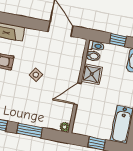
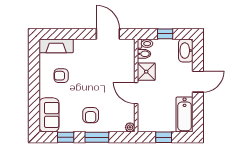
side table: (36, 75) -> (93, 83), removed
door: (77, 94) -> (136, 93), hinge flipped
armchair: (28, 107) -> (91, 115), added

